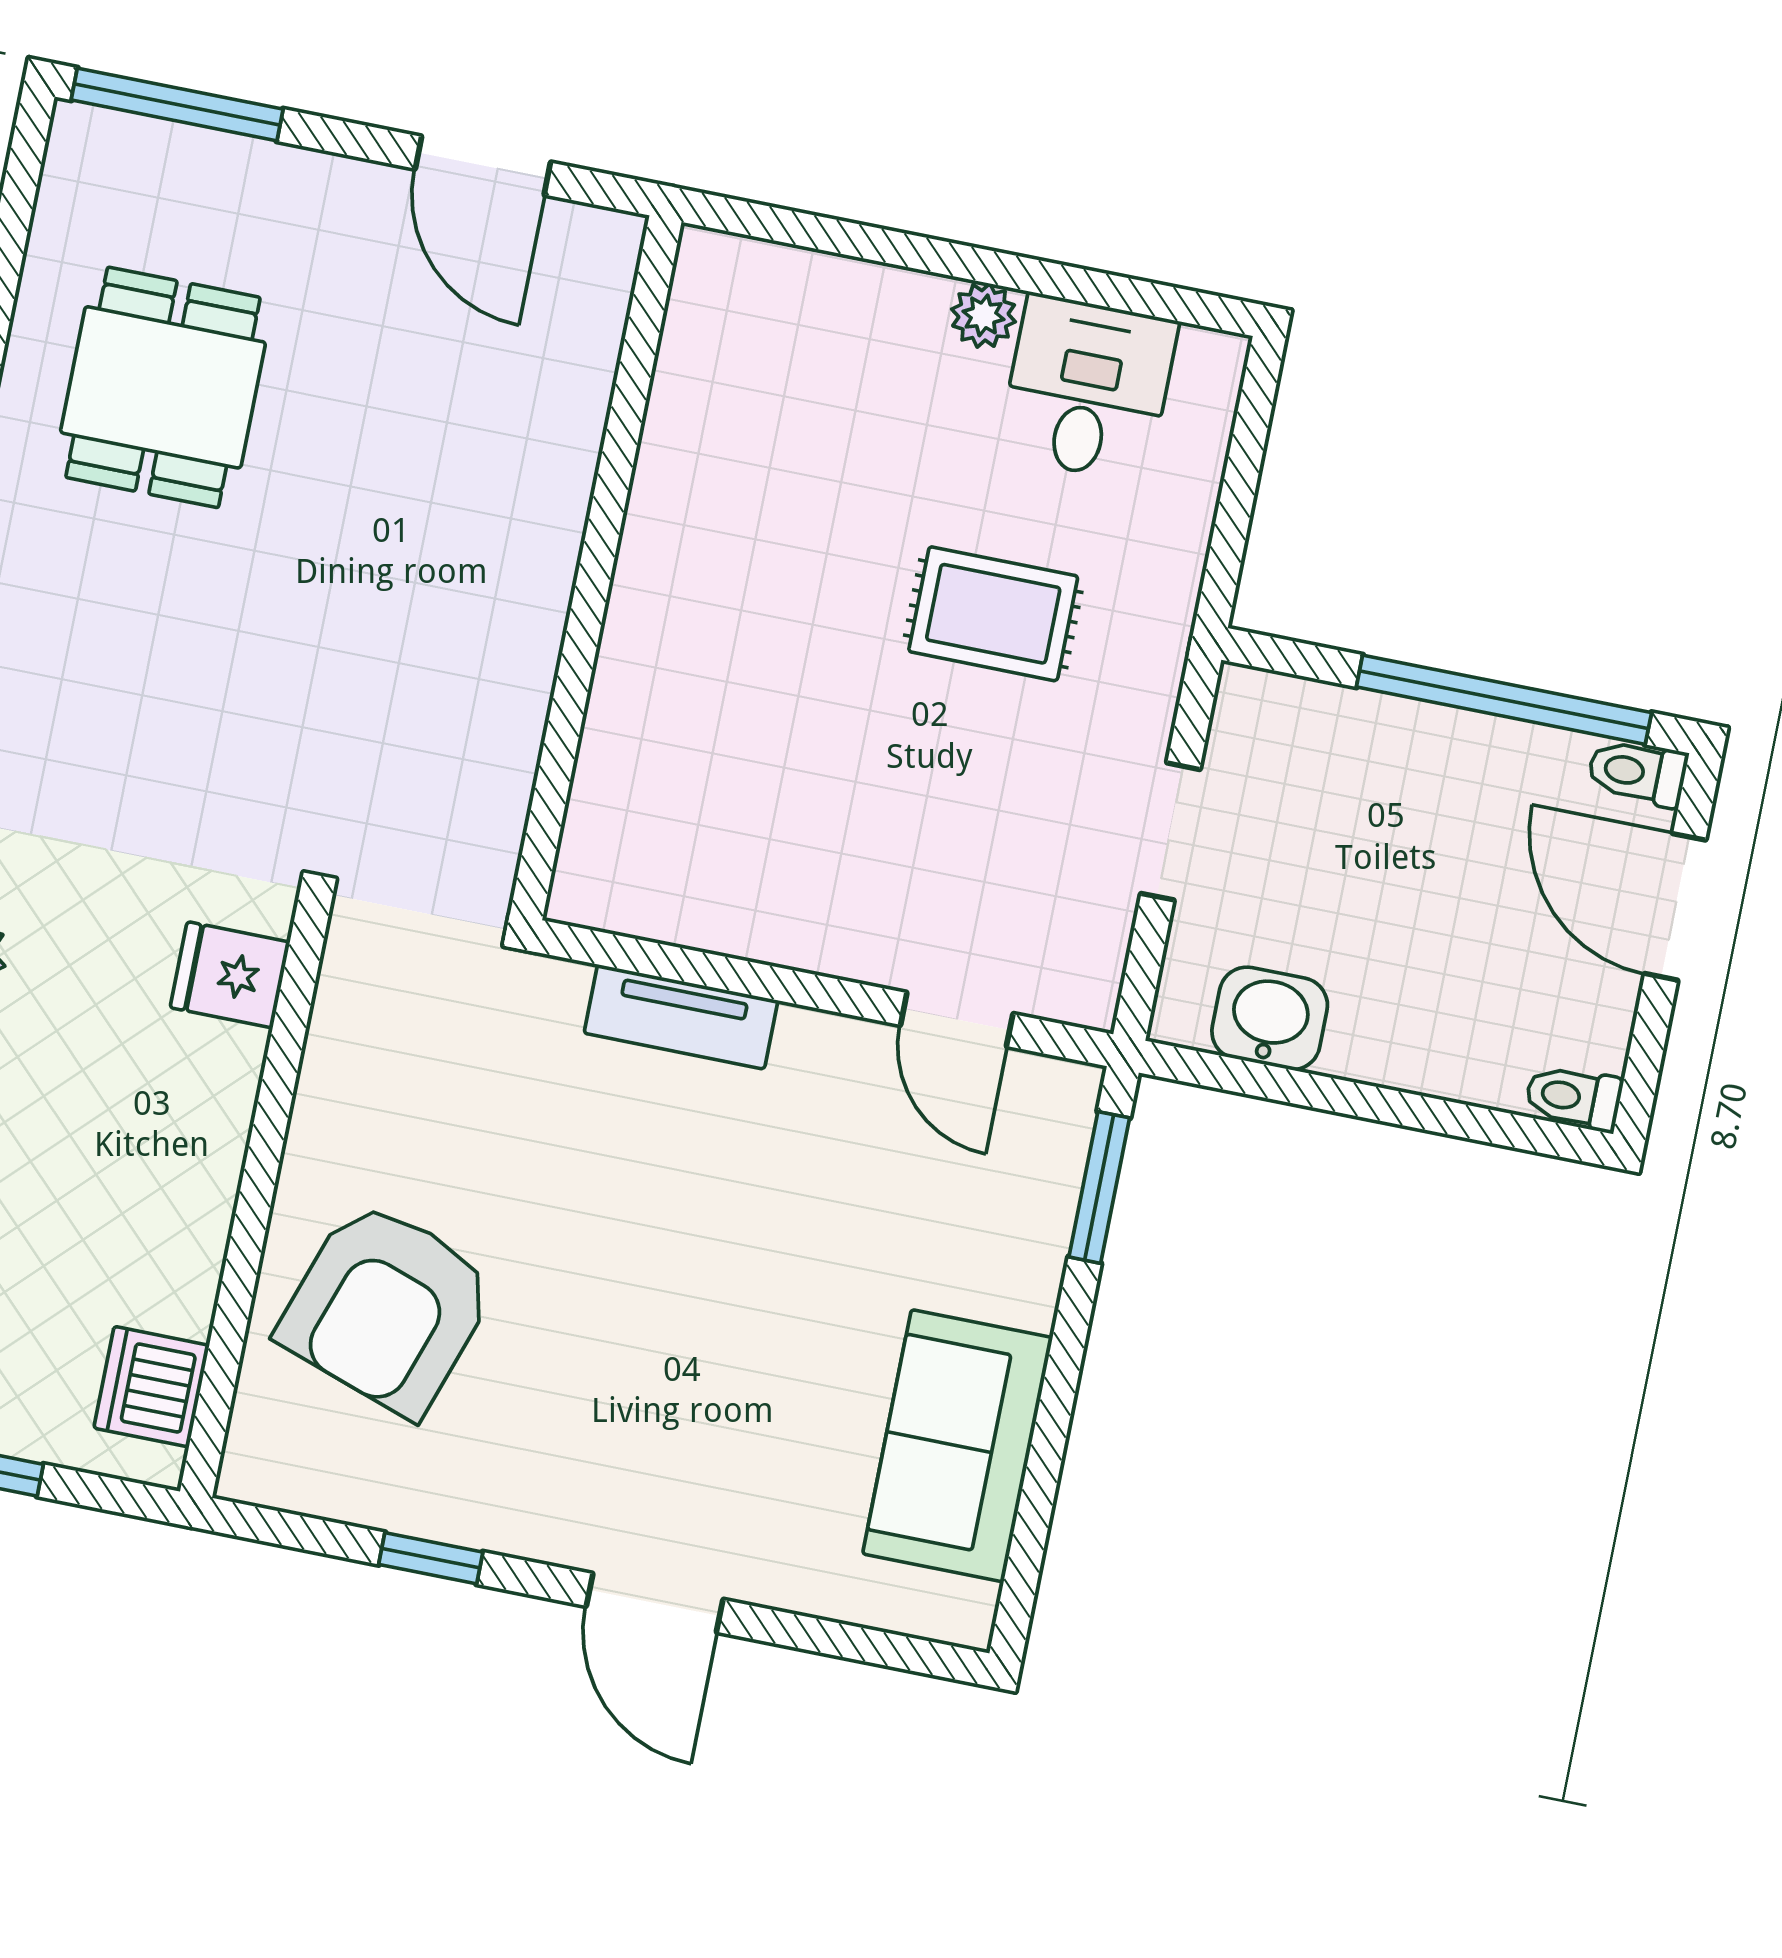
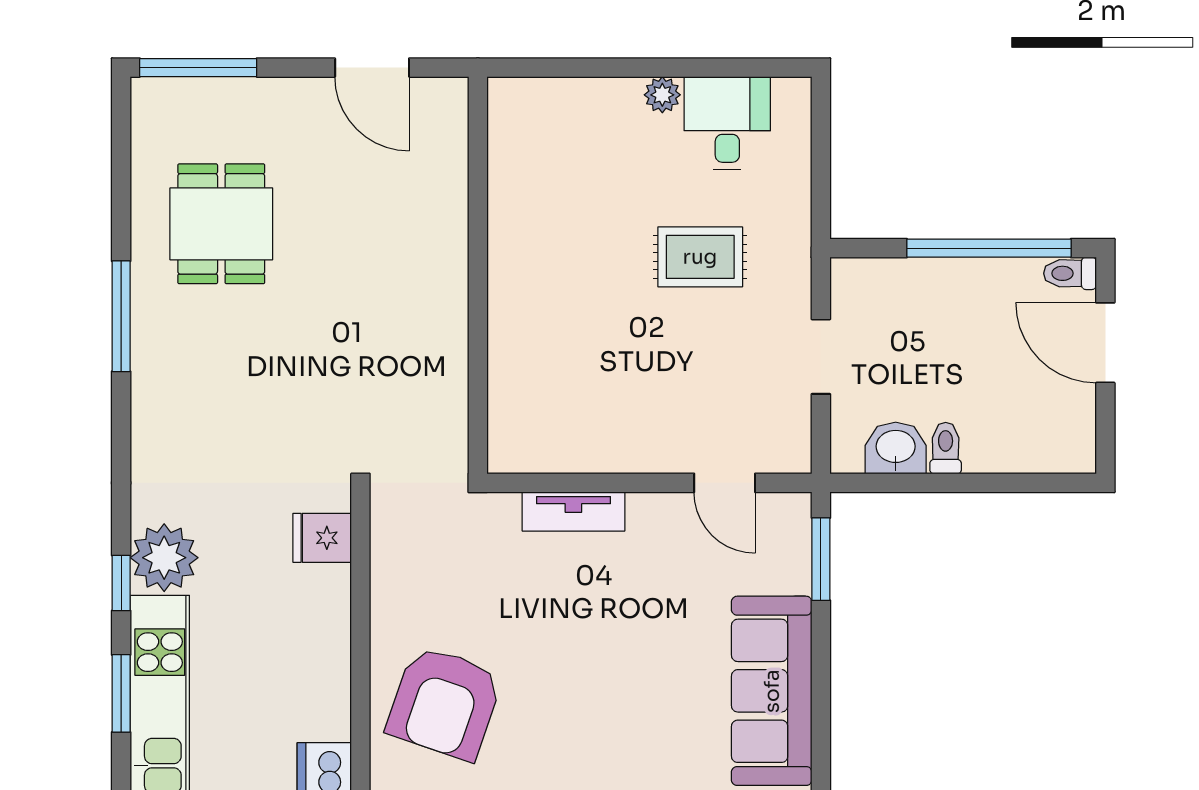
toilet: (1574, 1097) -> (946, 448), moved, turned 90
sofa: (958, 1446) -> (772, 691), width x1.36

